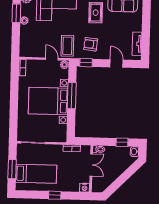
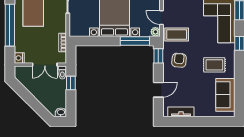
door: (52, 59) -> (161, 18), swing flipped
window: (72, 96) -> (135, 41), moved
window: (122, 142) -> (71, 83), moved
window: (55, 195) -> (10, 25), width x3.17

